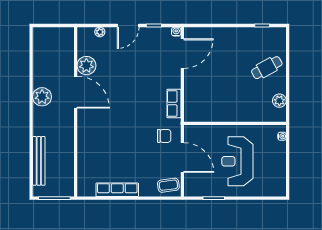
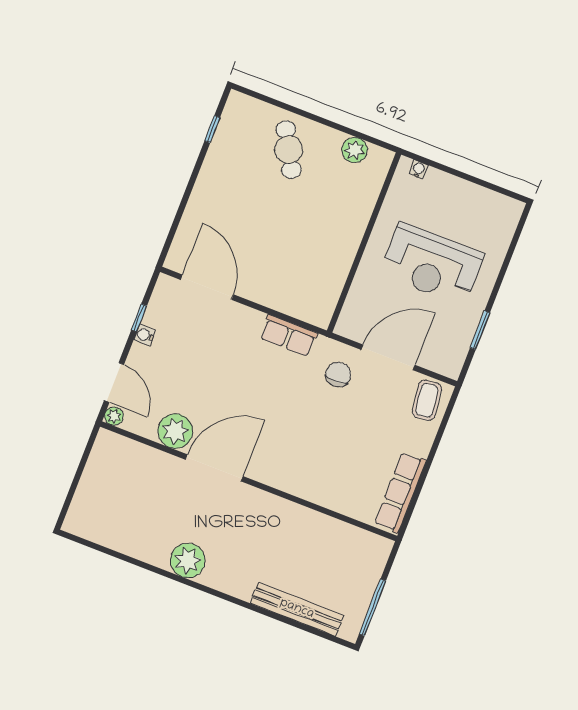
door: (128, 26) -> (114, 382), moved
water cooler: (176, 32) -> (145, 335), moved
plant: (86, 66) -> (175, 431), moved
door: (76, 92) -> (214, 468), moved
wall: (76, 112) -> (249, 481), moved

